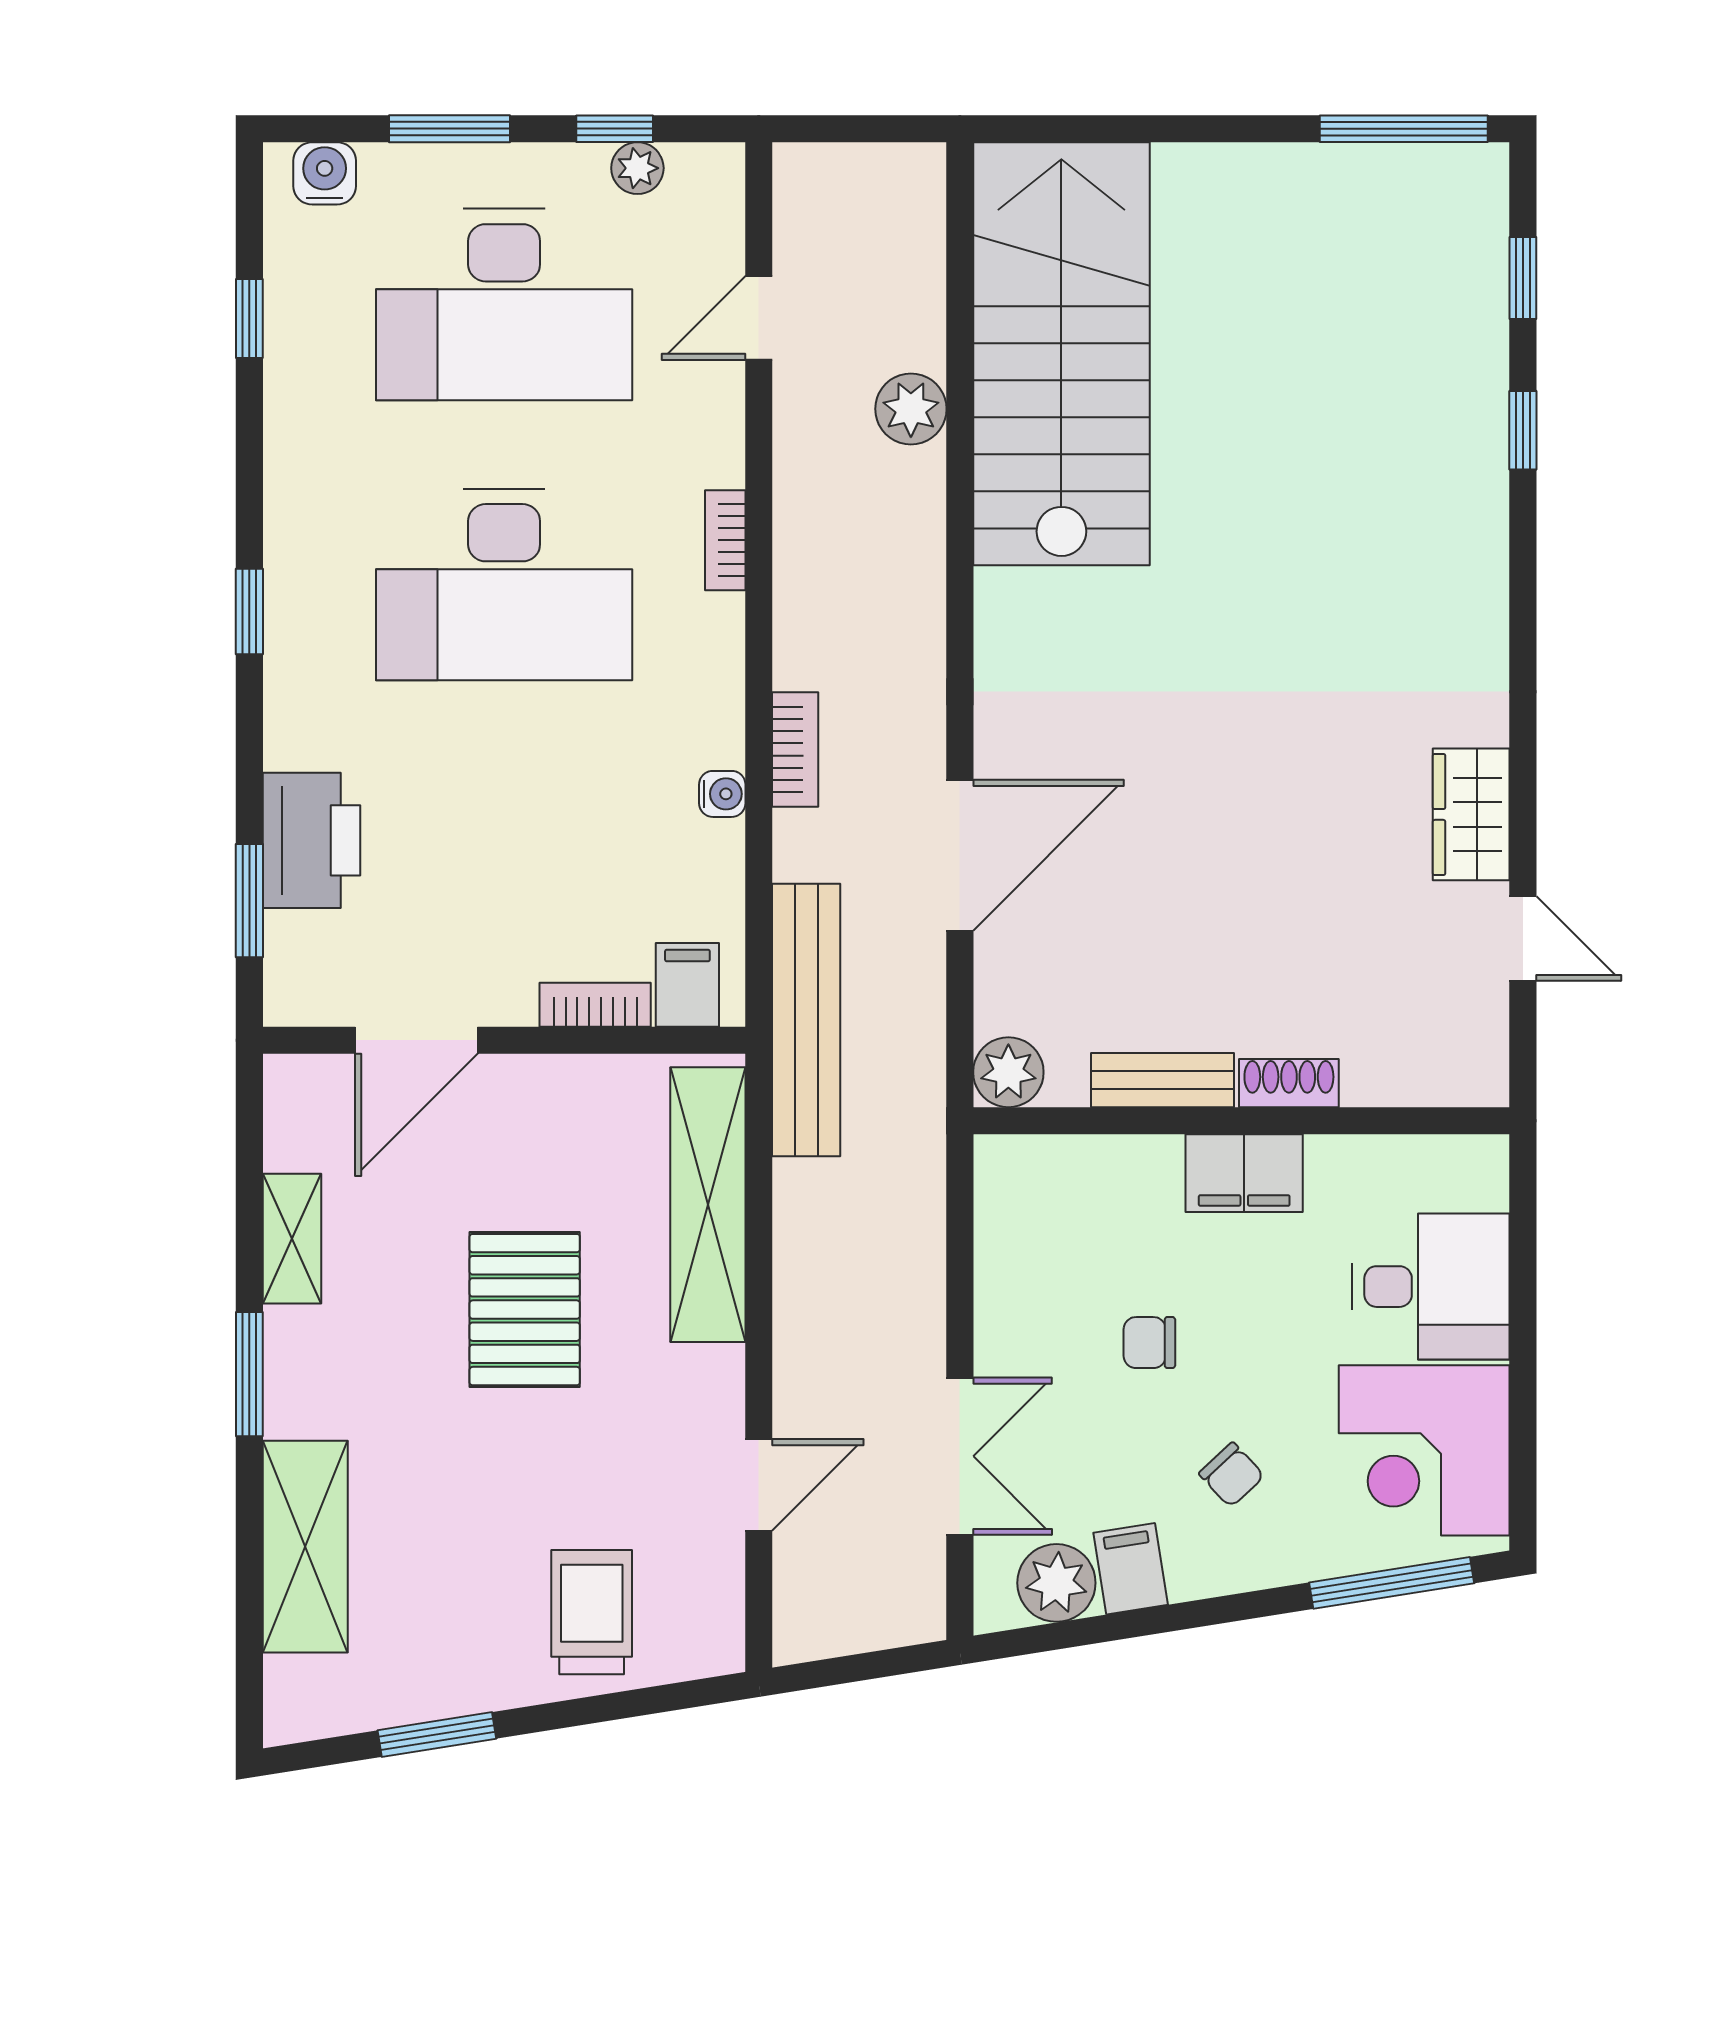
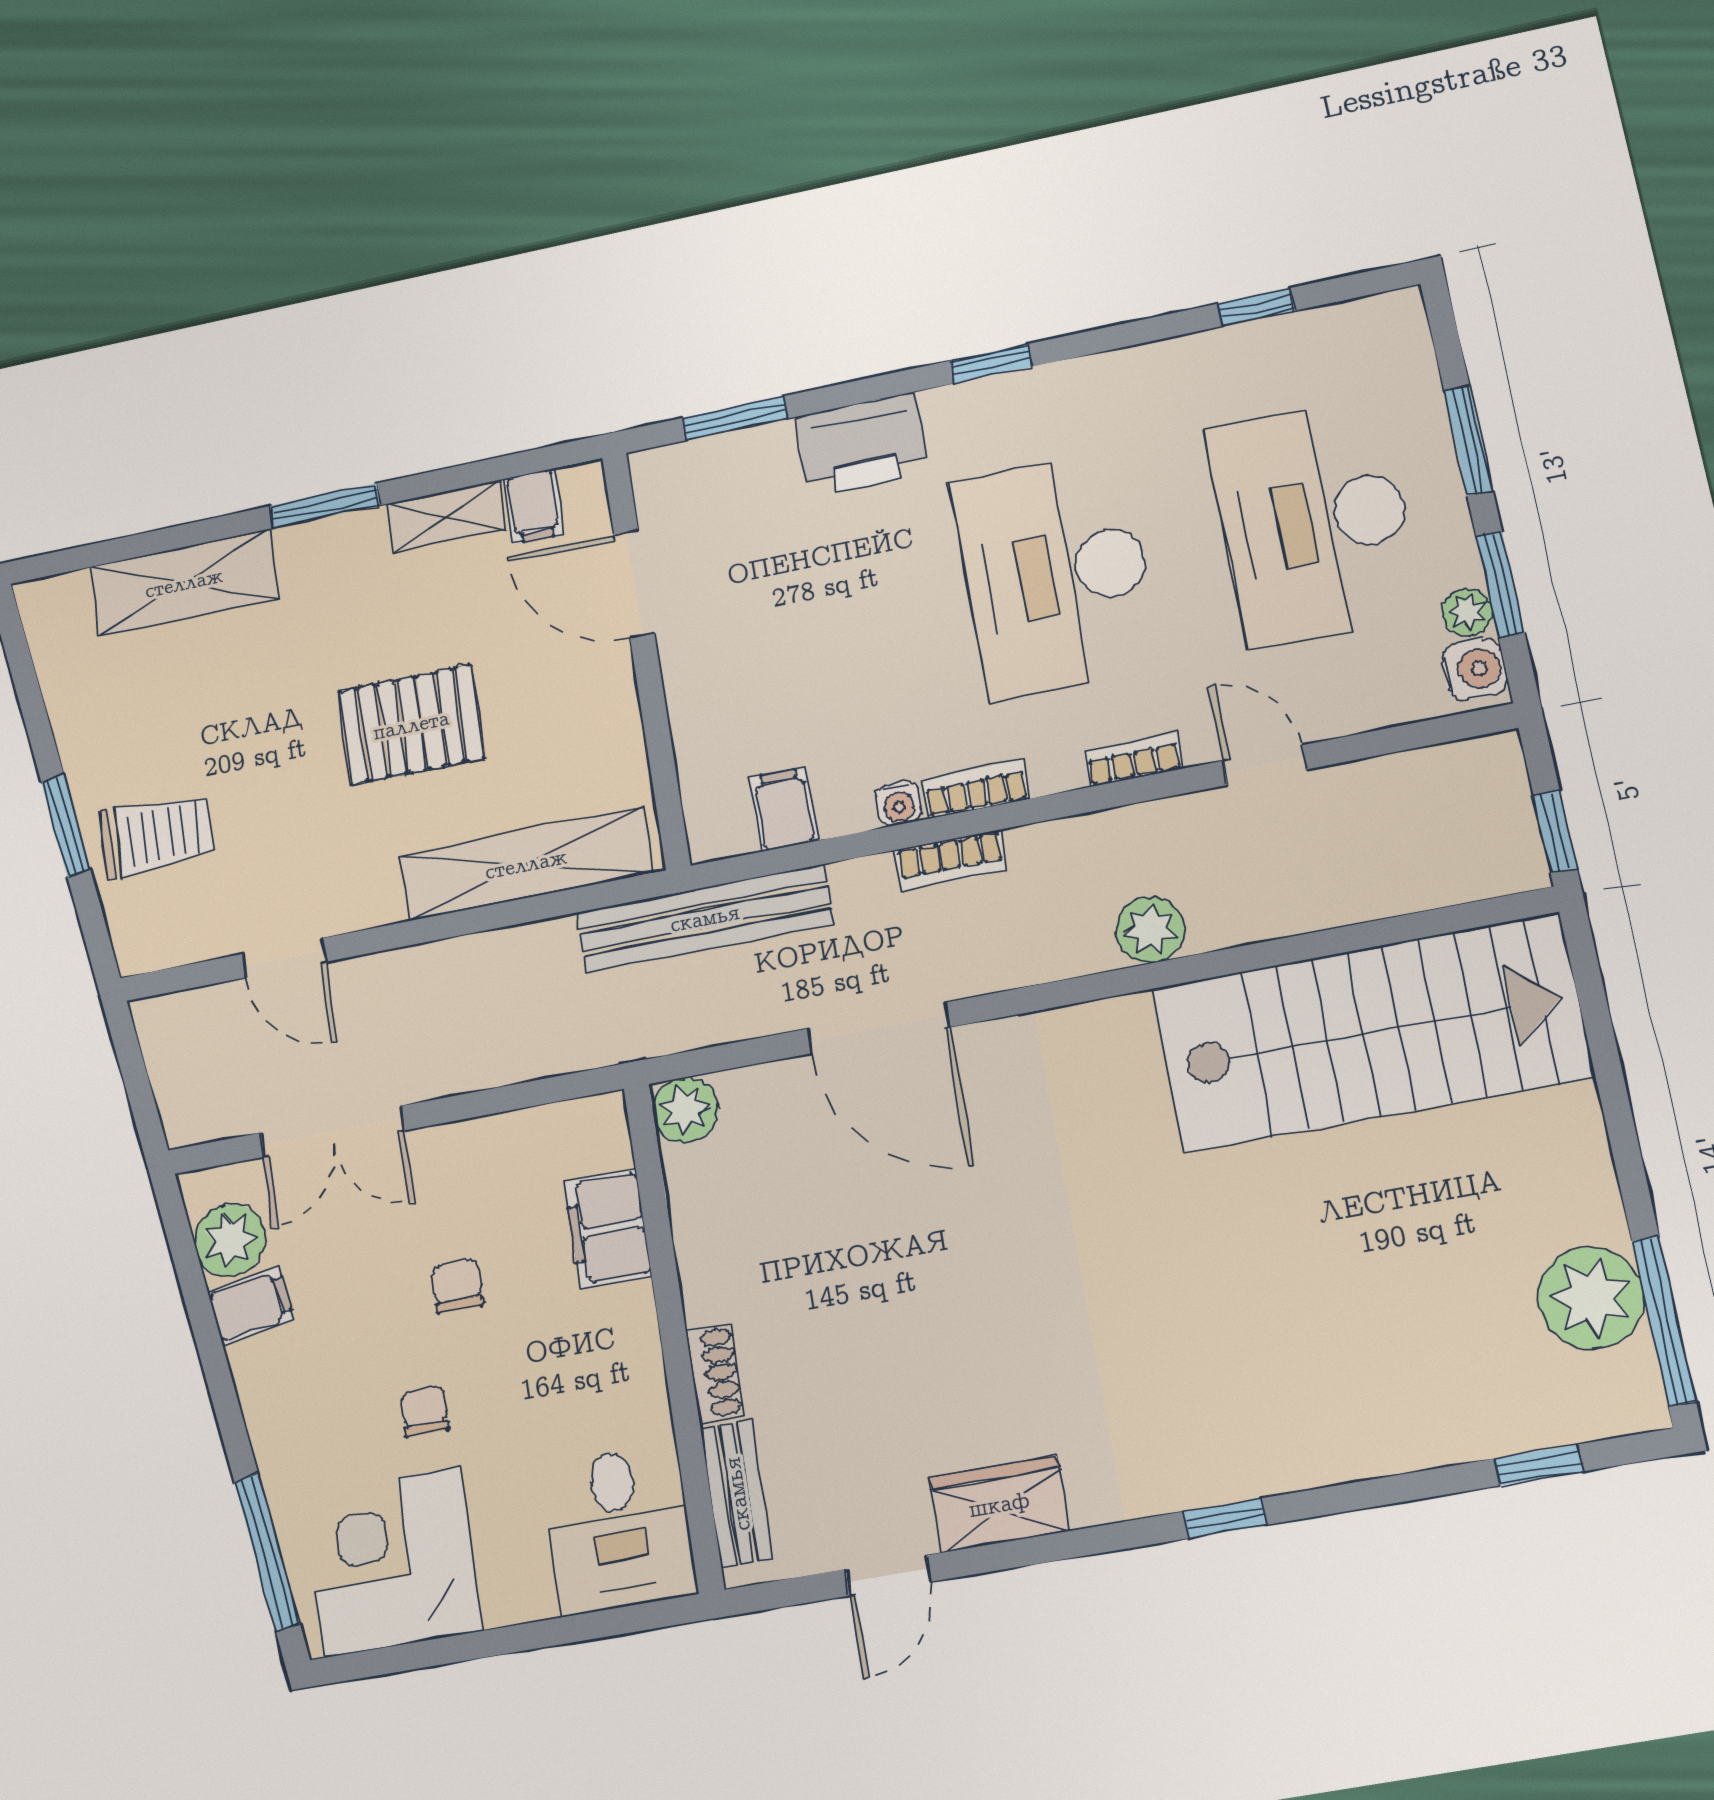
window: (615, 129) -> (1500, 585), width x1.50
window: (889, 129) -> (1555, 832), added
water cooler: (325, 173) -> (1475, 669), moved
plant: (1369, 193) -> (1591, 1298), added
door: (759, 318) -> (1264, 765), moved
plant: (911, 409) -> (1150, 930), moved
window: (1523, 430) -> (1225, 1518), moved
printer: (311, 840) -> (862, 445), moved
filing cabinet: (687, 985) -> (784, 809), moved, turned -90
bookcase: (595, 1005) -> (976, 789), moved, turned -90
bench: (1162, 1080) -> (737, 1494), moved
filing cabinet: (302, 1139) -> (534, 506), added
filing cabinet: (1244, 1173) -> (608, 1229), moved
desk: (1431, 1287) -> (619, 1529), moved
chair: (1232, 1475) -> (424, 1411), moved, turned 133
window: (437, 1734) -> (66, 826), moved

